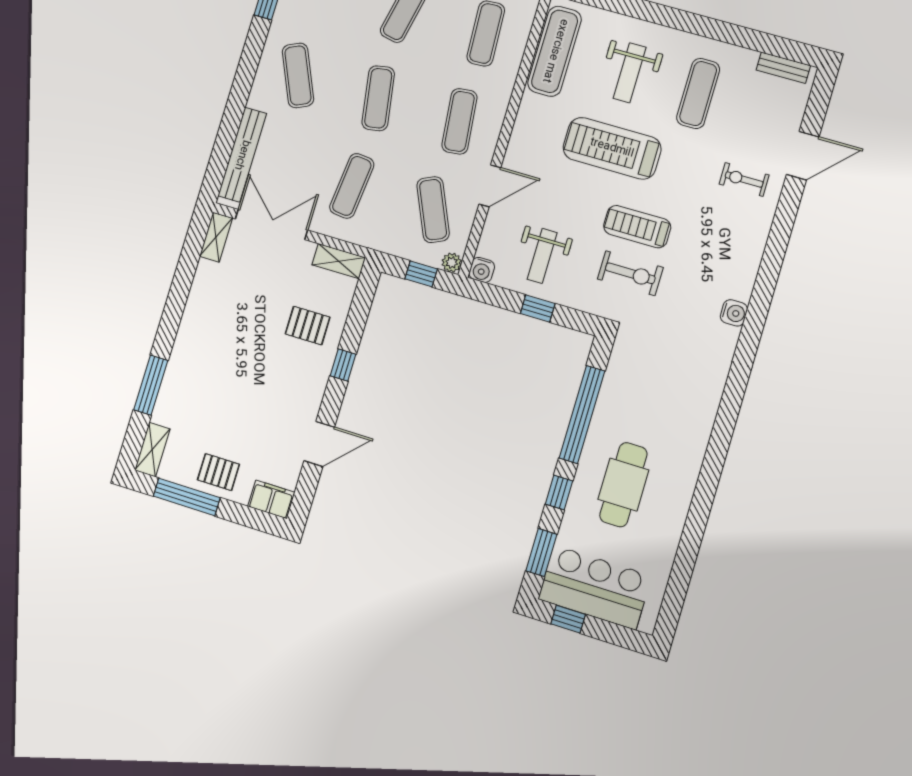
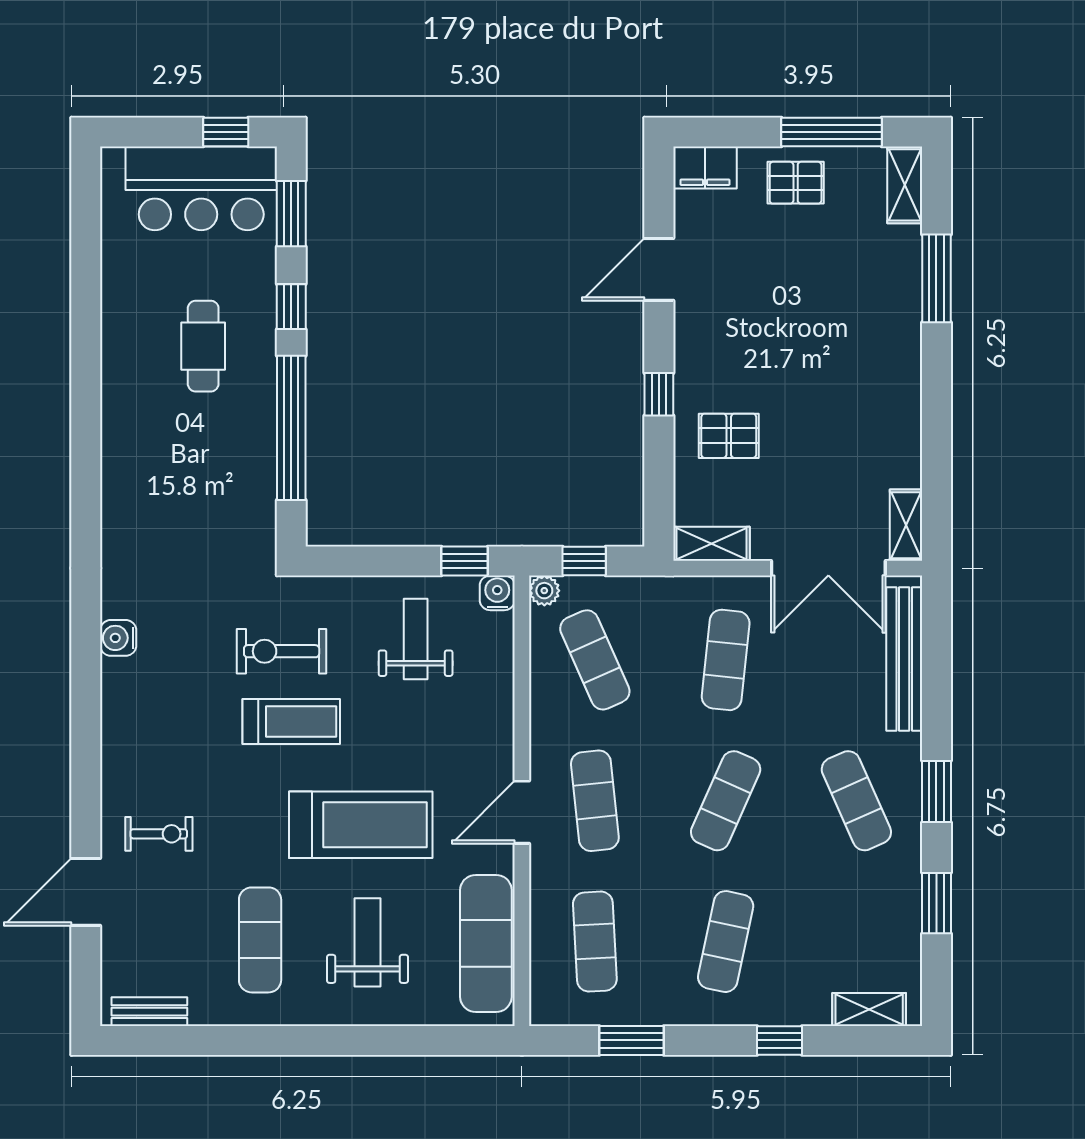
window: (248, 67) -> (936, 792), added
exercise mat: (378, 98) -> (726, 801), turned 33
door: (490, 186) -> (522, 812), moved
window: (538, 309) -> (465, 561), moved
cafe table: (623, 485) -> (203, 346), width x0.73, depth x0.74

